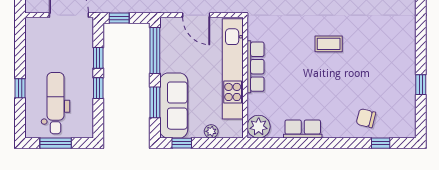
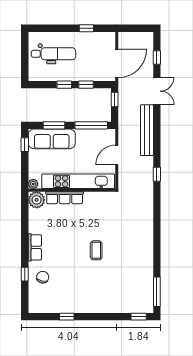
row of seats: (255, 67) -> (65, 198), moved
window: (20, 88) -> (86, 28), moved
row of seats: (303, 129) -> (35, 247), moved
plant: (211, 131) -> (33, 184), moved
window: (56, 143) -> (25, 54), removed
window: (381, 143) -> (25, 274), moved

